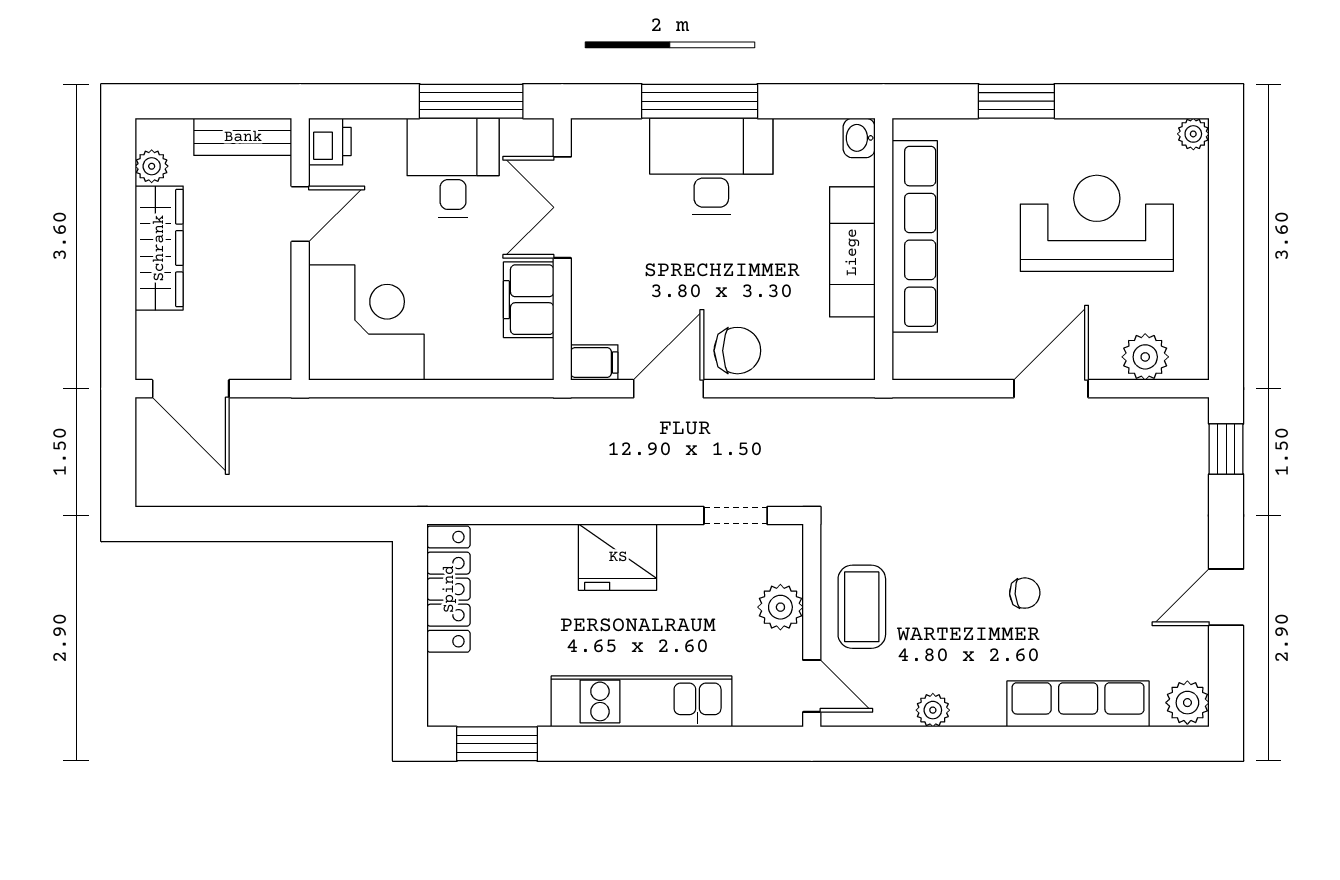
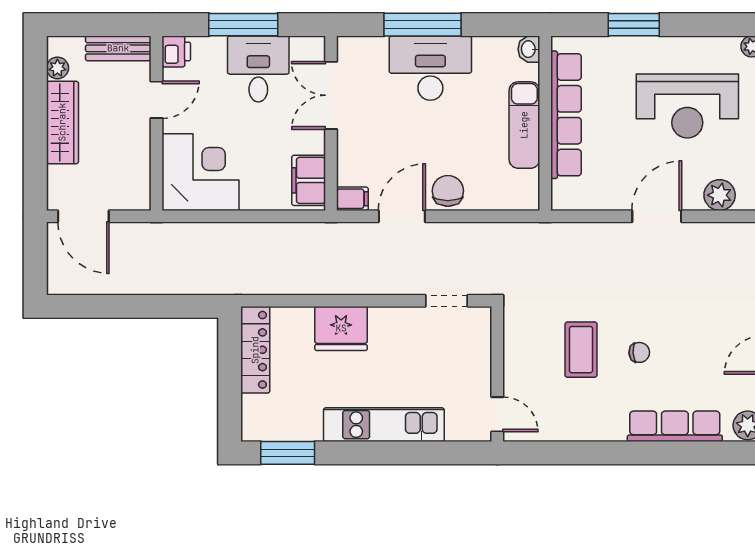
window: (471, 101) -> (243, 25), moved
reception desk: (1097, 223) -> (687, 106), turned 180
filing cabinet: (529, 300) -> (309, 180), moved
chair: (737, 351) -> (448, 191), turned -90
fridge: (618, 557) -> (341, 328), moved
plant: (780, 607) -> (476, 362), removed
coffee table: (862, 607) -> (581, 350), moved
plant: (933, 710) -> (578, 430), removed

